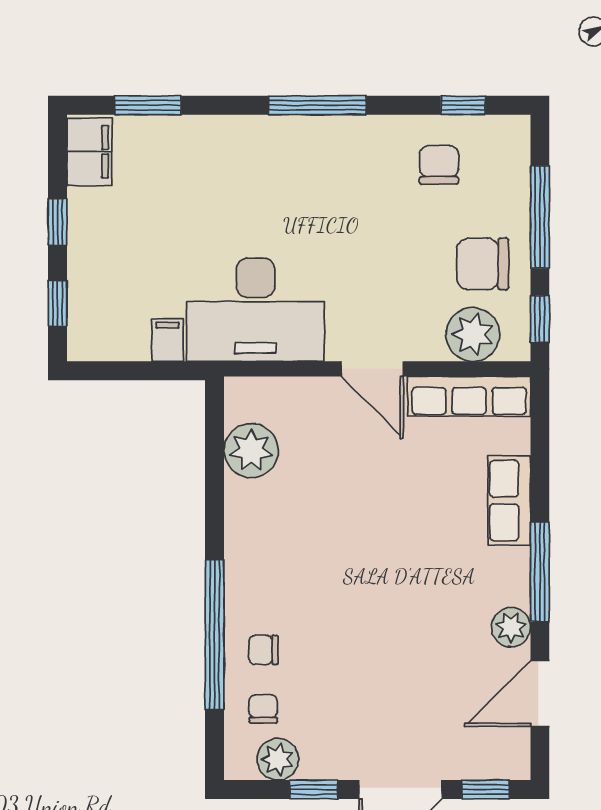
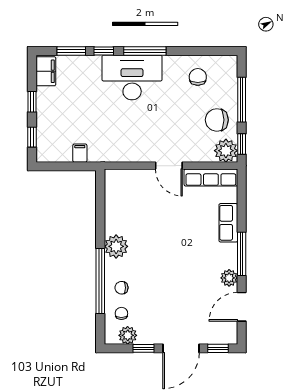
window: (463, 105) -> (104, 51), moved
desk: (256, 310) -> (132, 78), moved, turned 180
plant: (473, 334) -> (226, 151), moved
plant: (251, 450) -> (116, 246), moved

